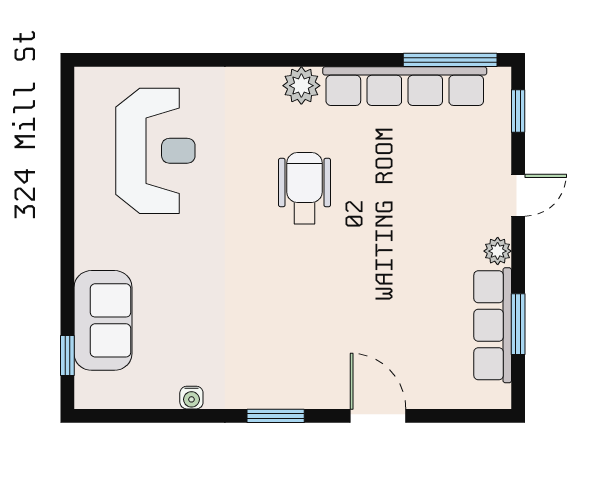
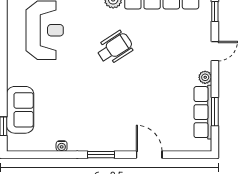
wheelchair: (305, 188) -> (115, 48), turned 57

